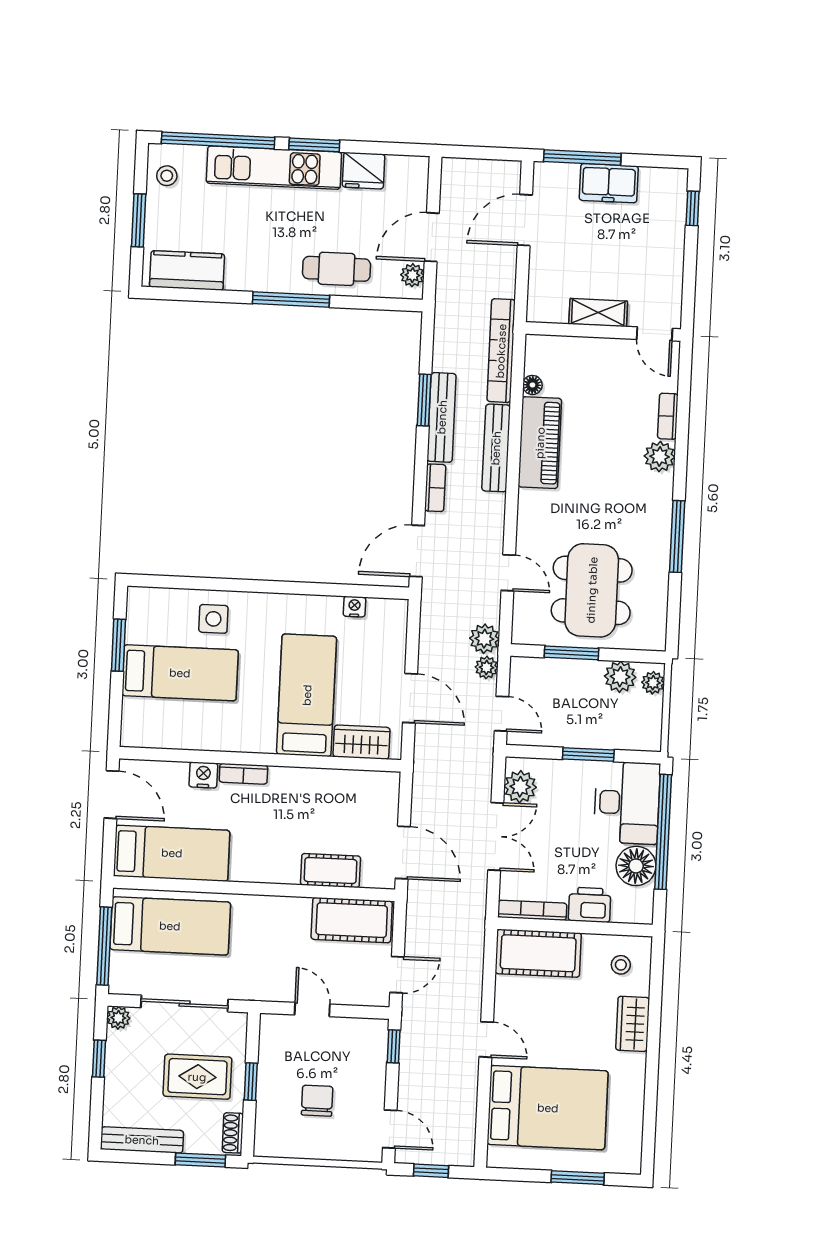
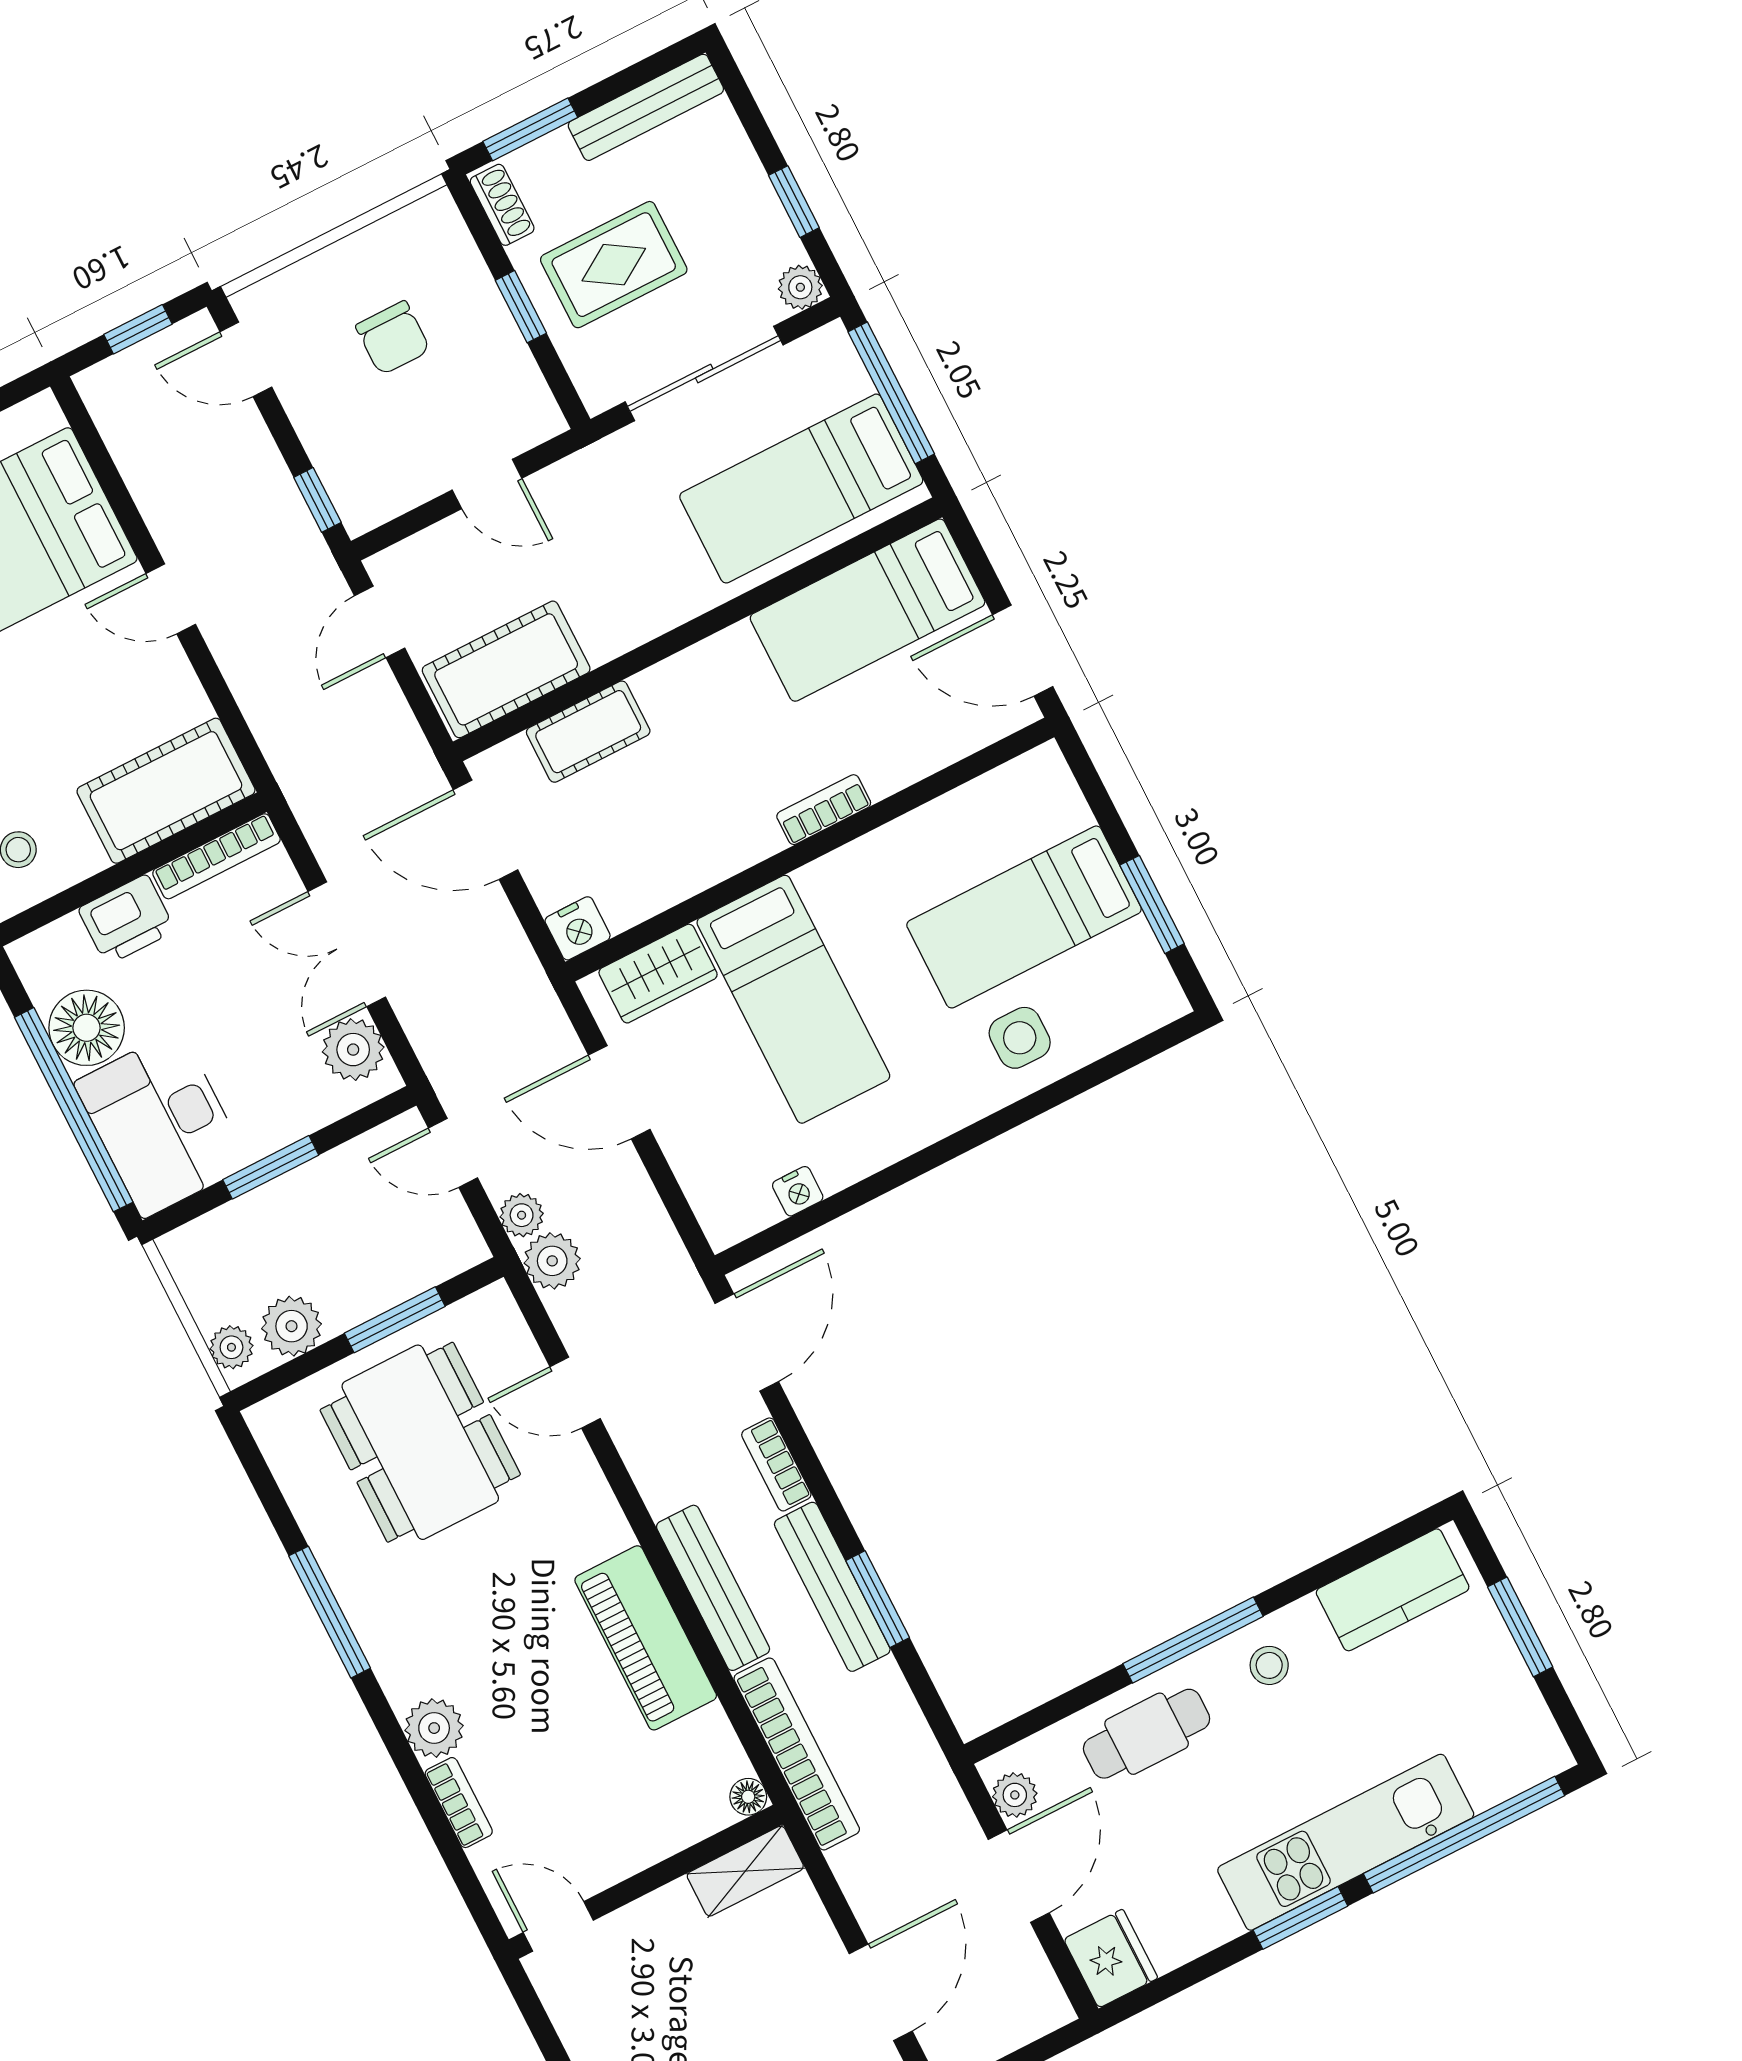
fridge: (364, 171) -> (1111, 1959), moved, turned 90
stool: (167, 176) -> (1269, 1665), moved
shelving: (598, 313) -> (745, 1871), moved
floor lamp: (532, 385) -> (748, 1797), moved
nightstand: (203, 775) -> (578, 928), moved

